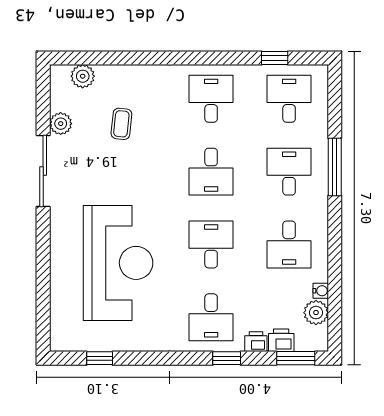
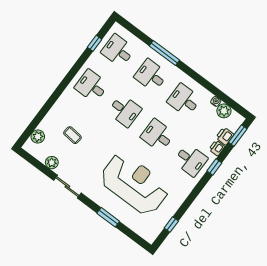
sliding door: (43, 171) -> (67, 187), width x0.73
desk: (289, 244) -> (184, 100), turned 180
window: (43, 261) -> (108, 217), added

